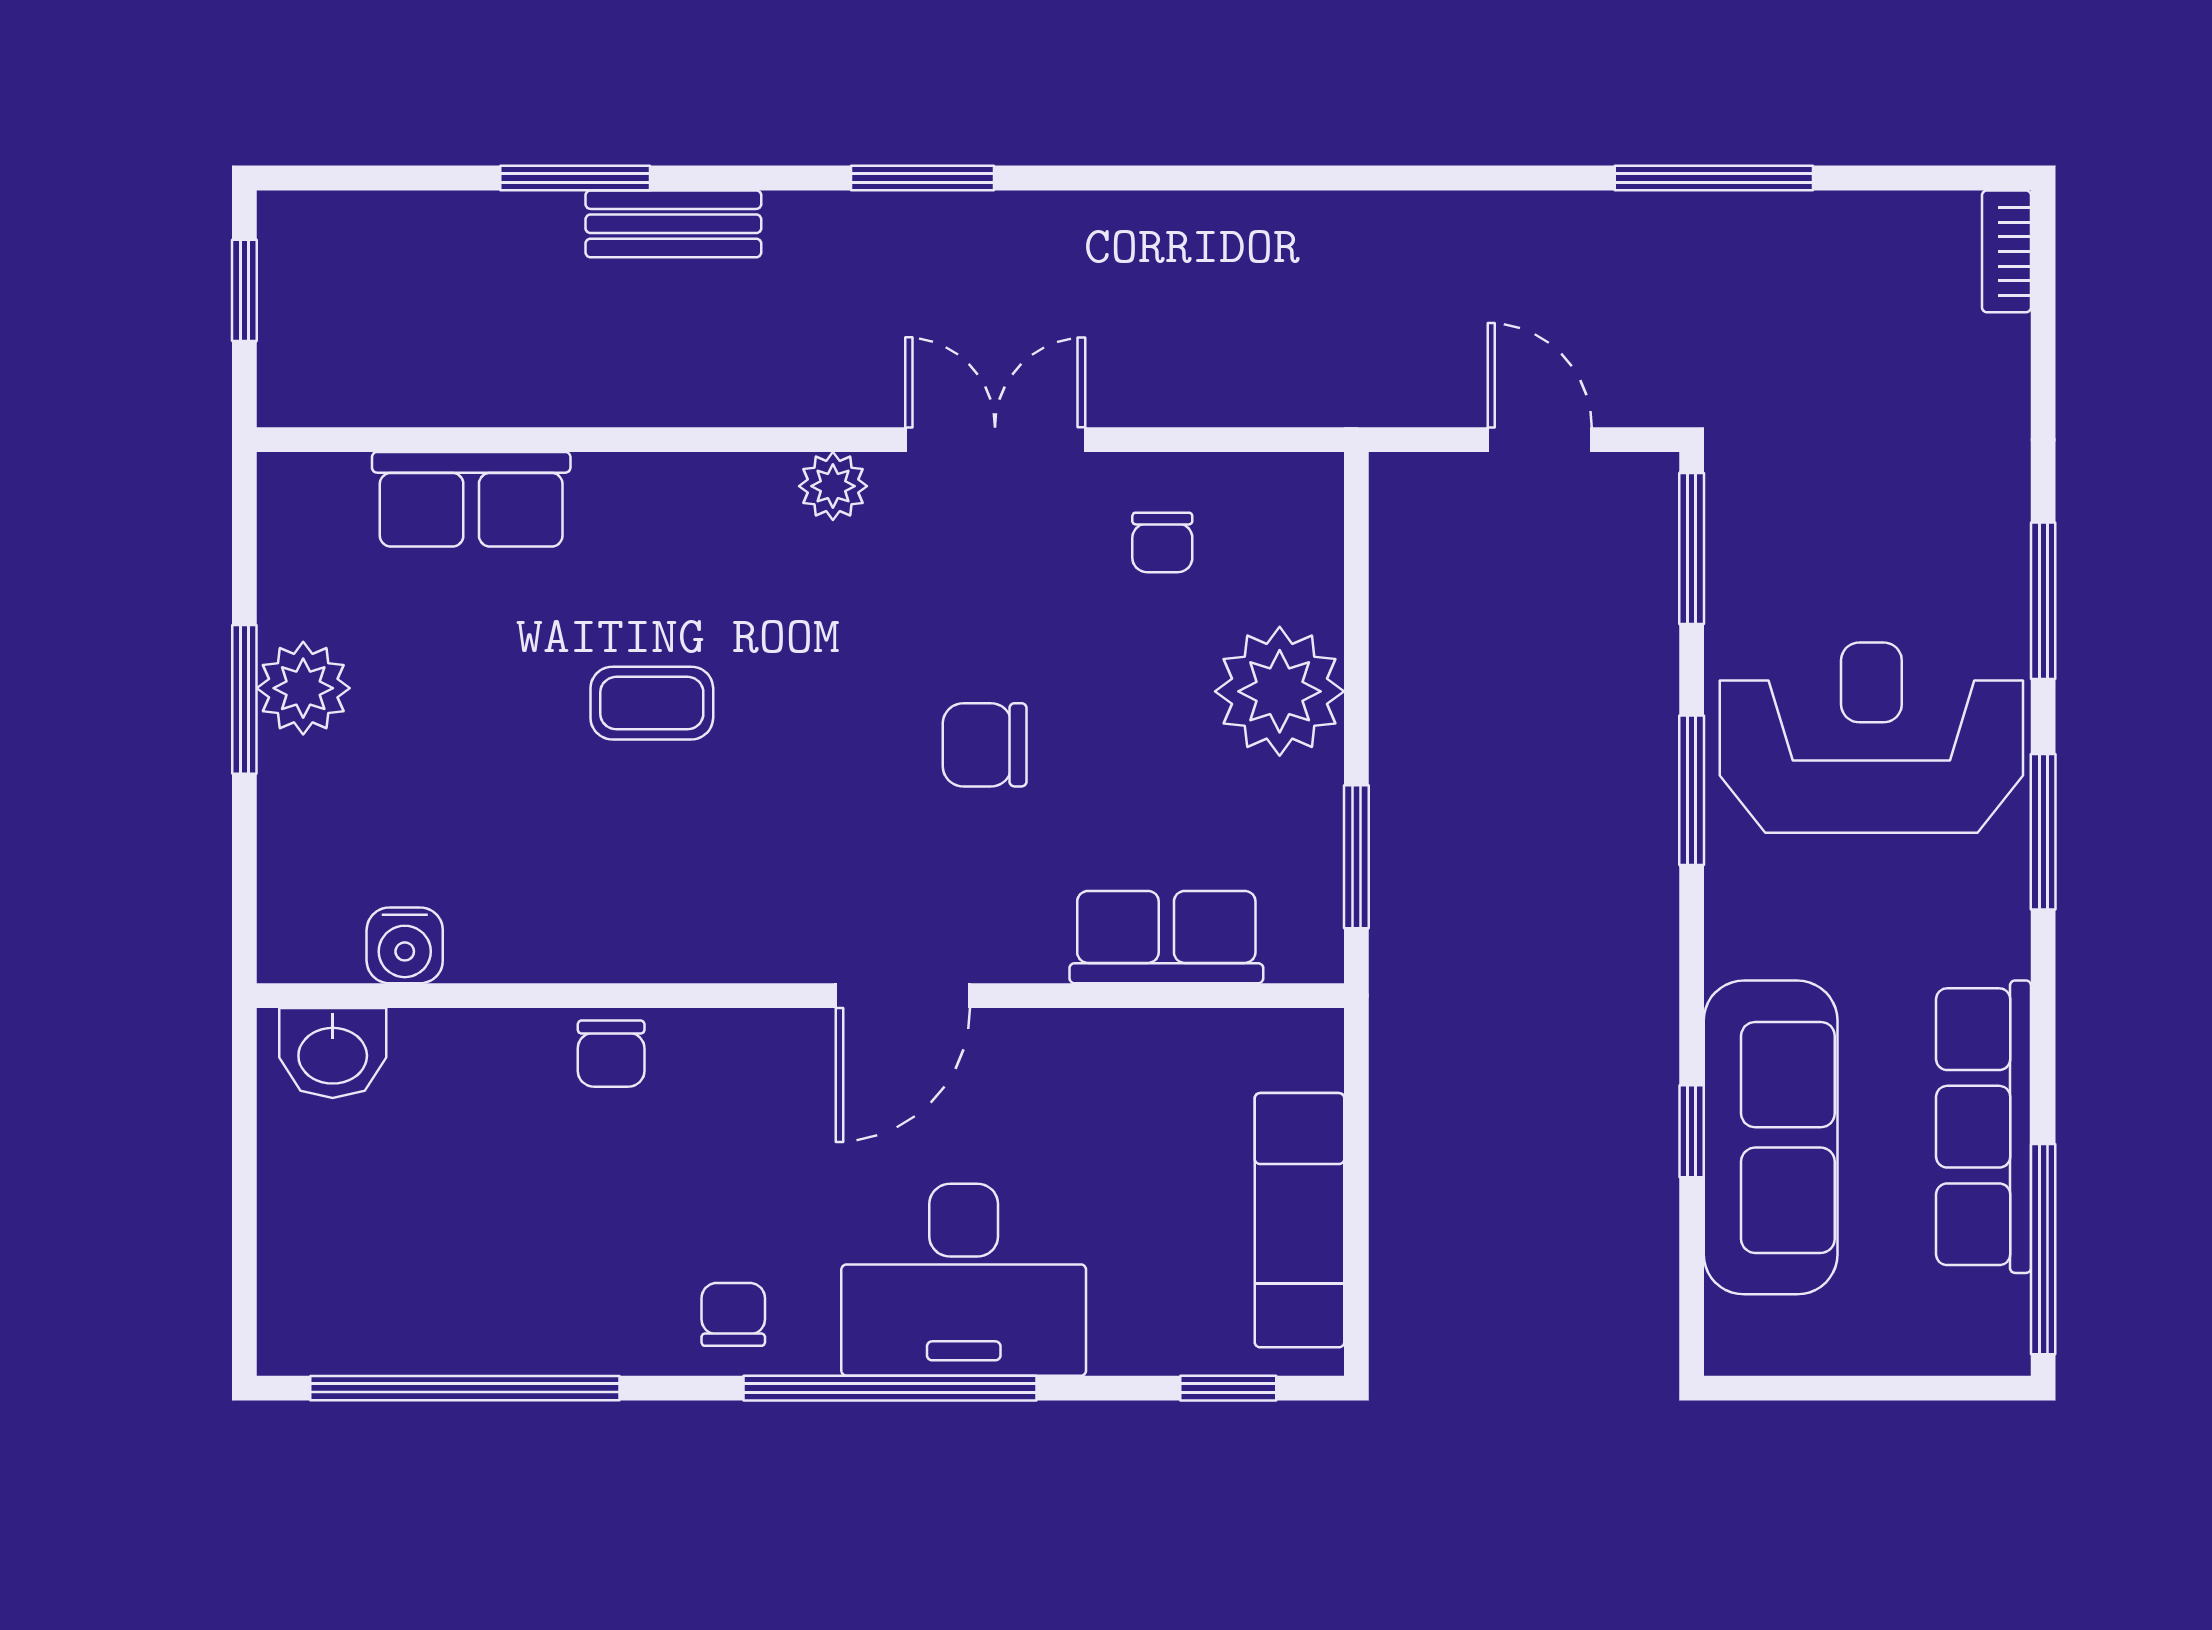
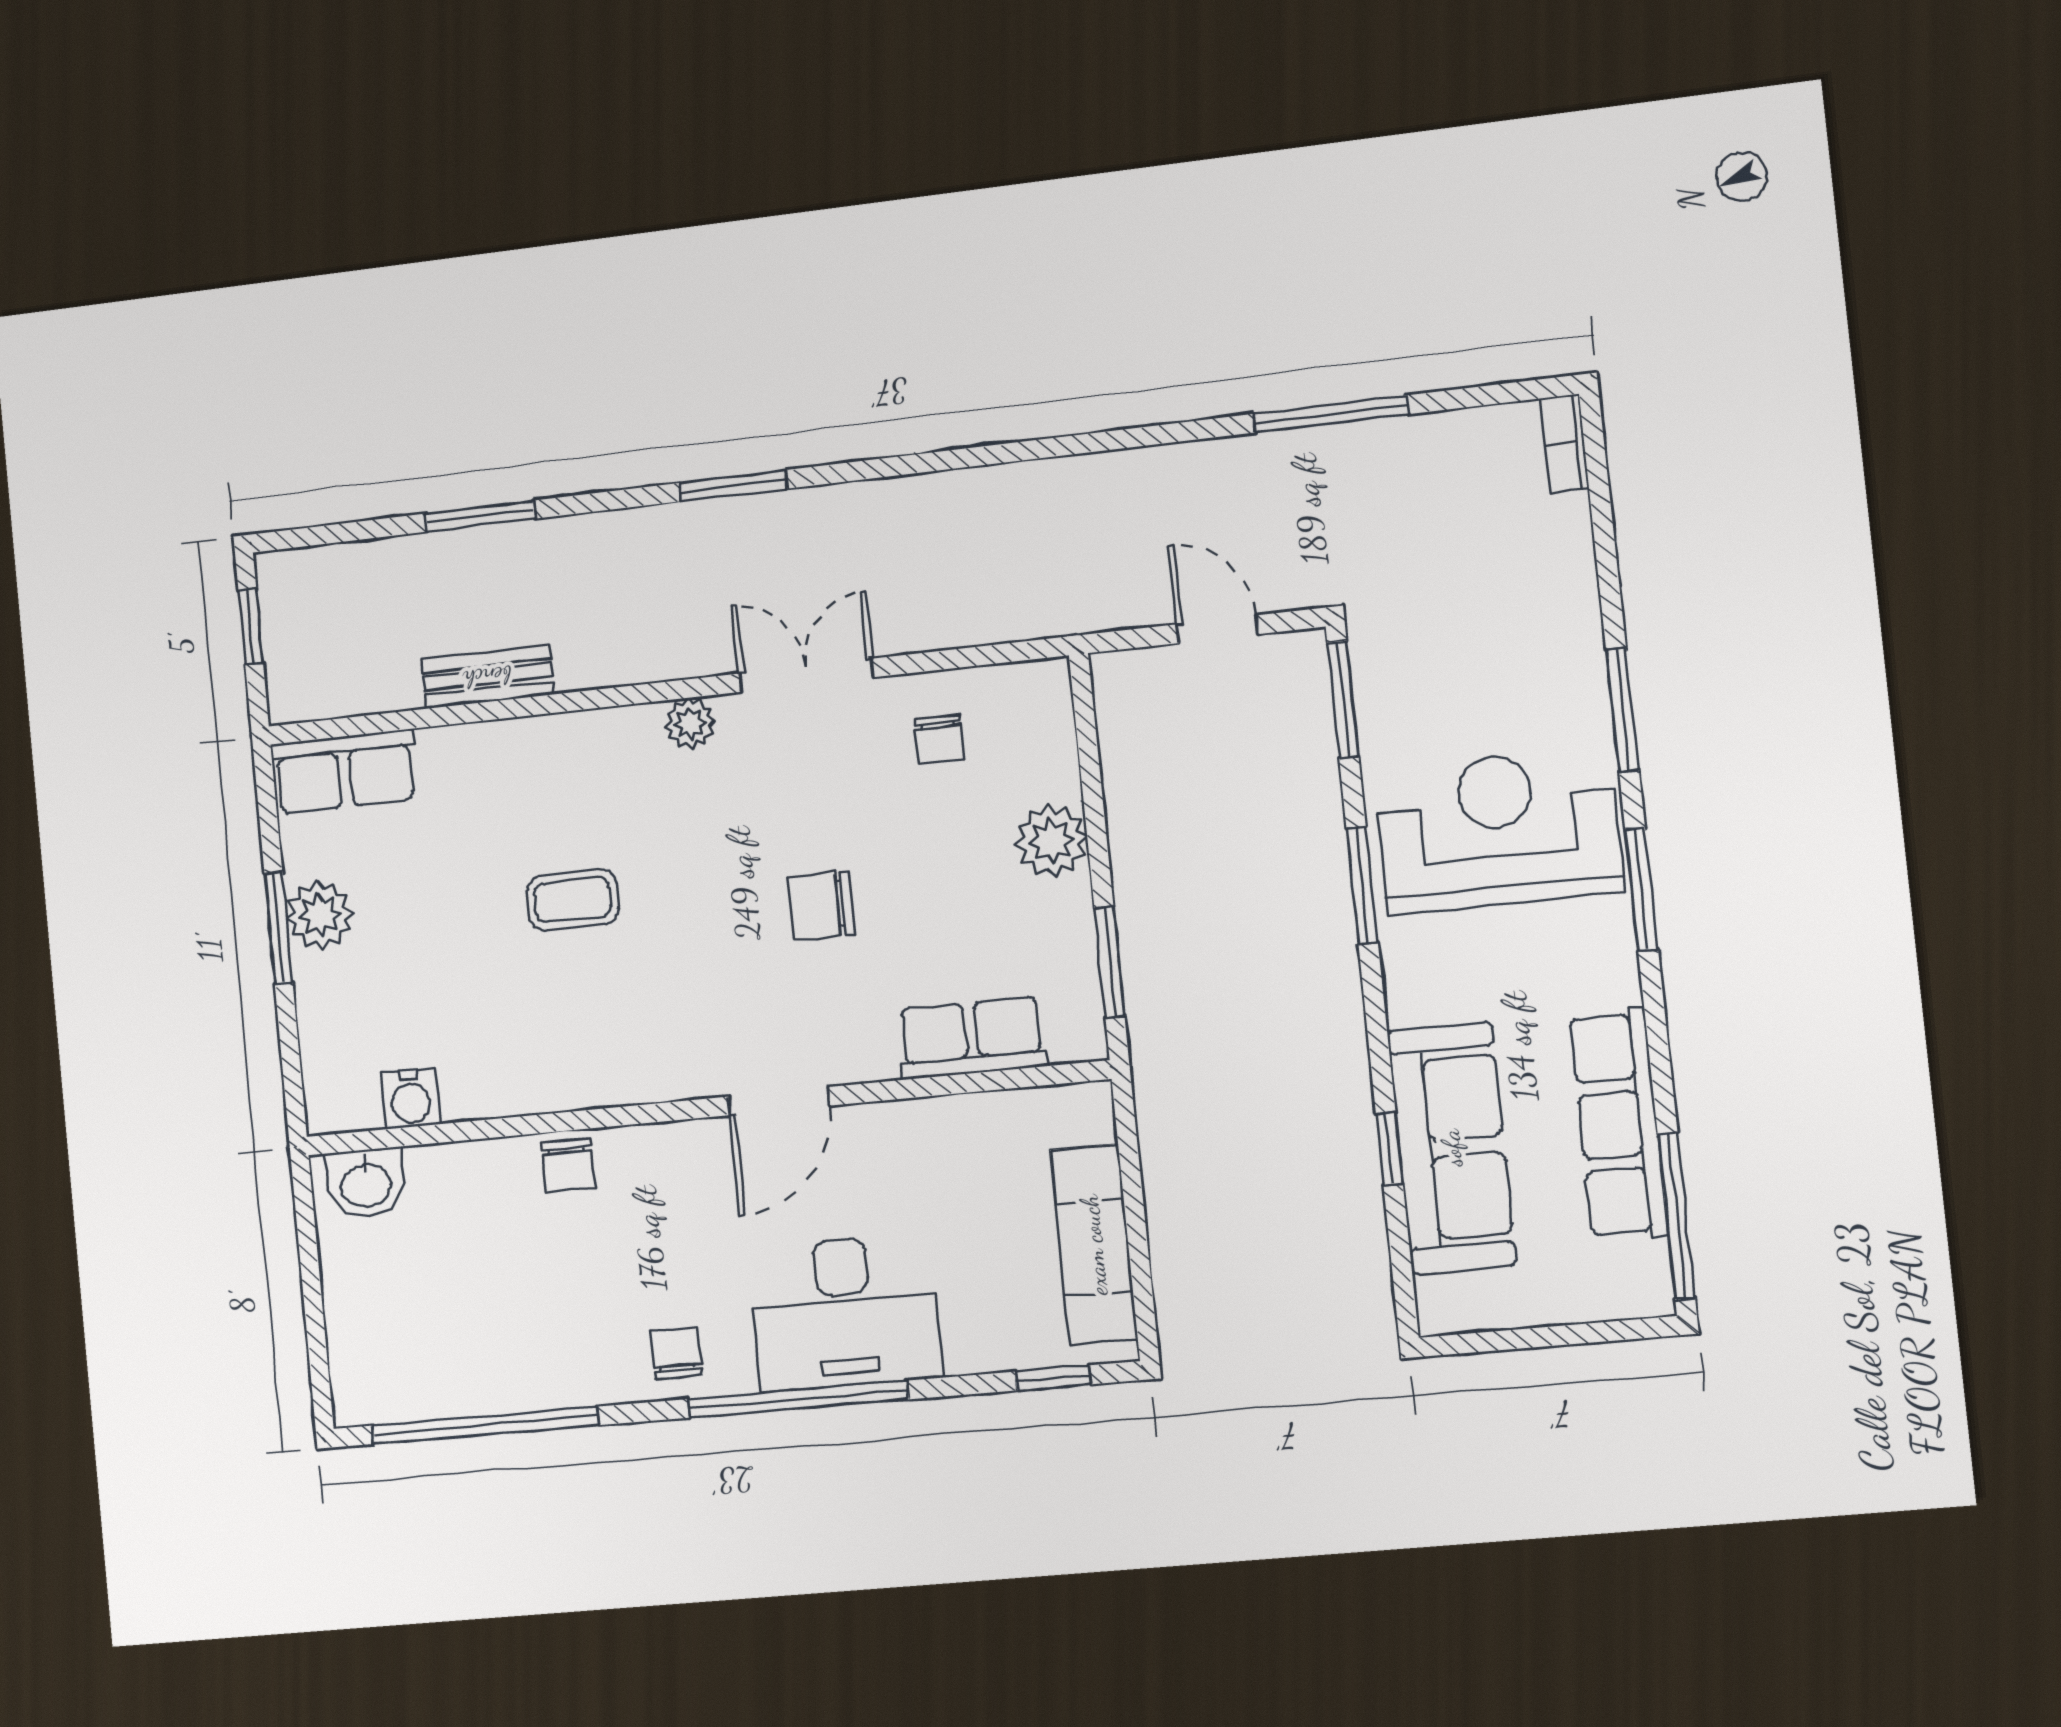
bench: (673, 224) -> (487, 677), moved
row of seats: (471, 499) -> (344, 772), moved
plant: (1280, 691) -> (1051, 841), width x0.73, depth x0.73

